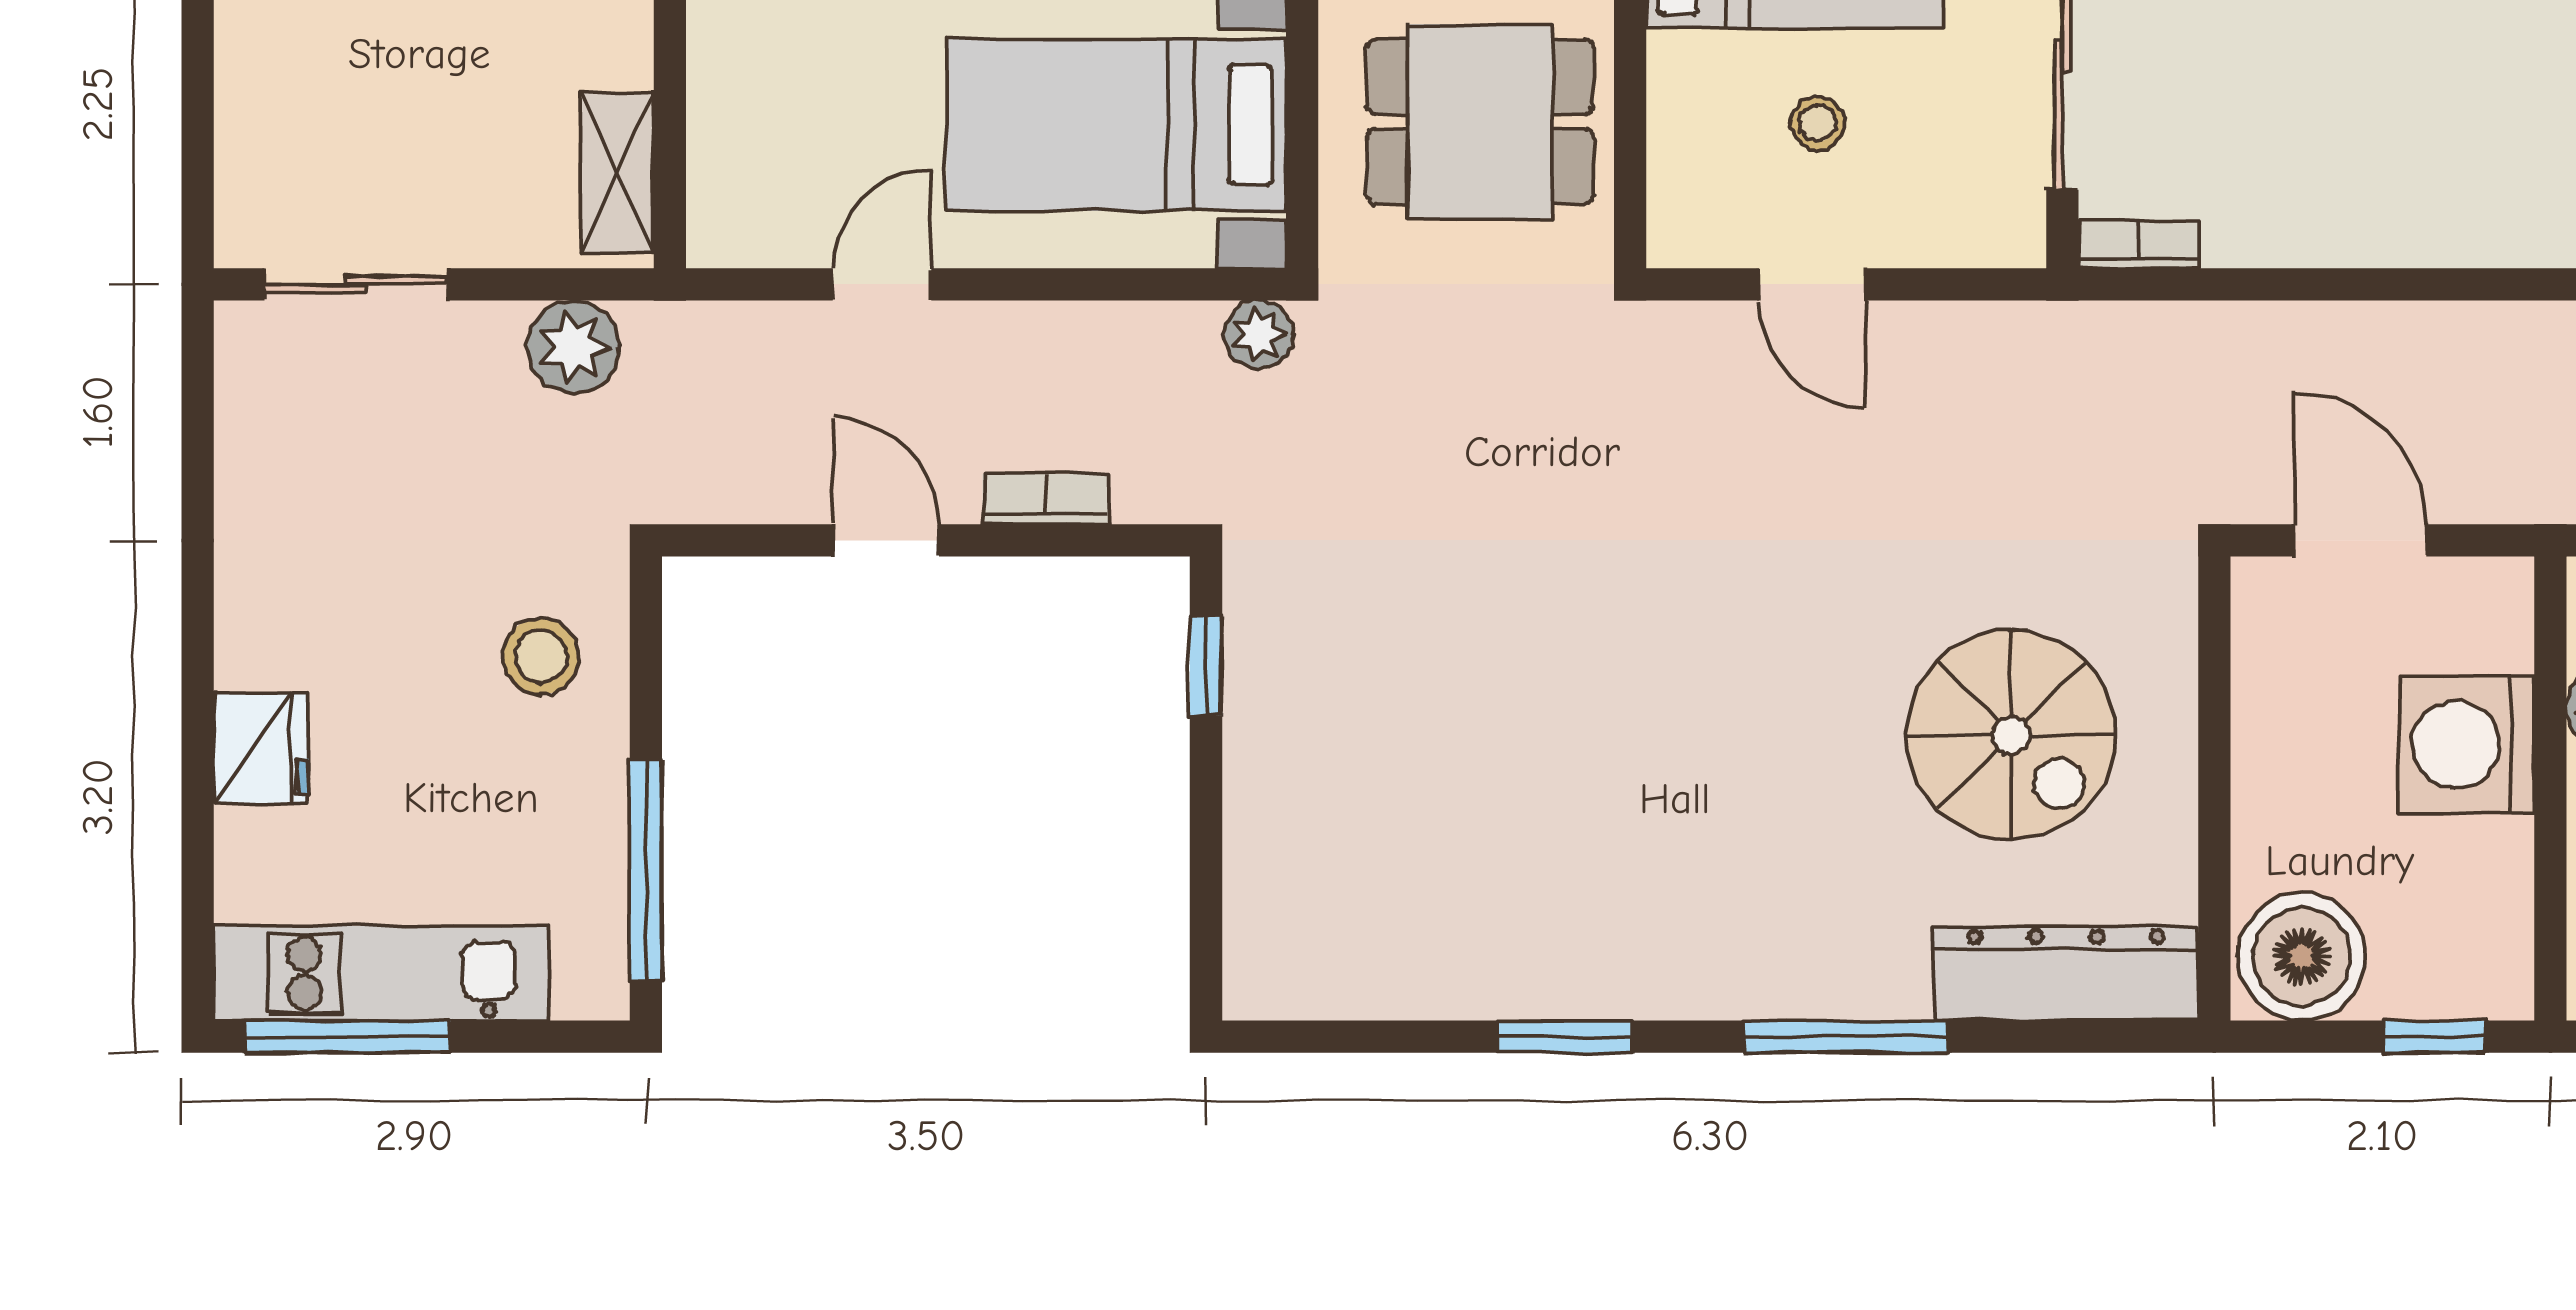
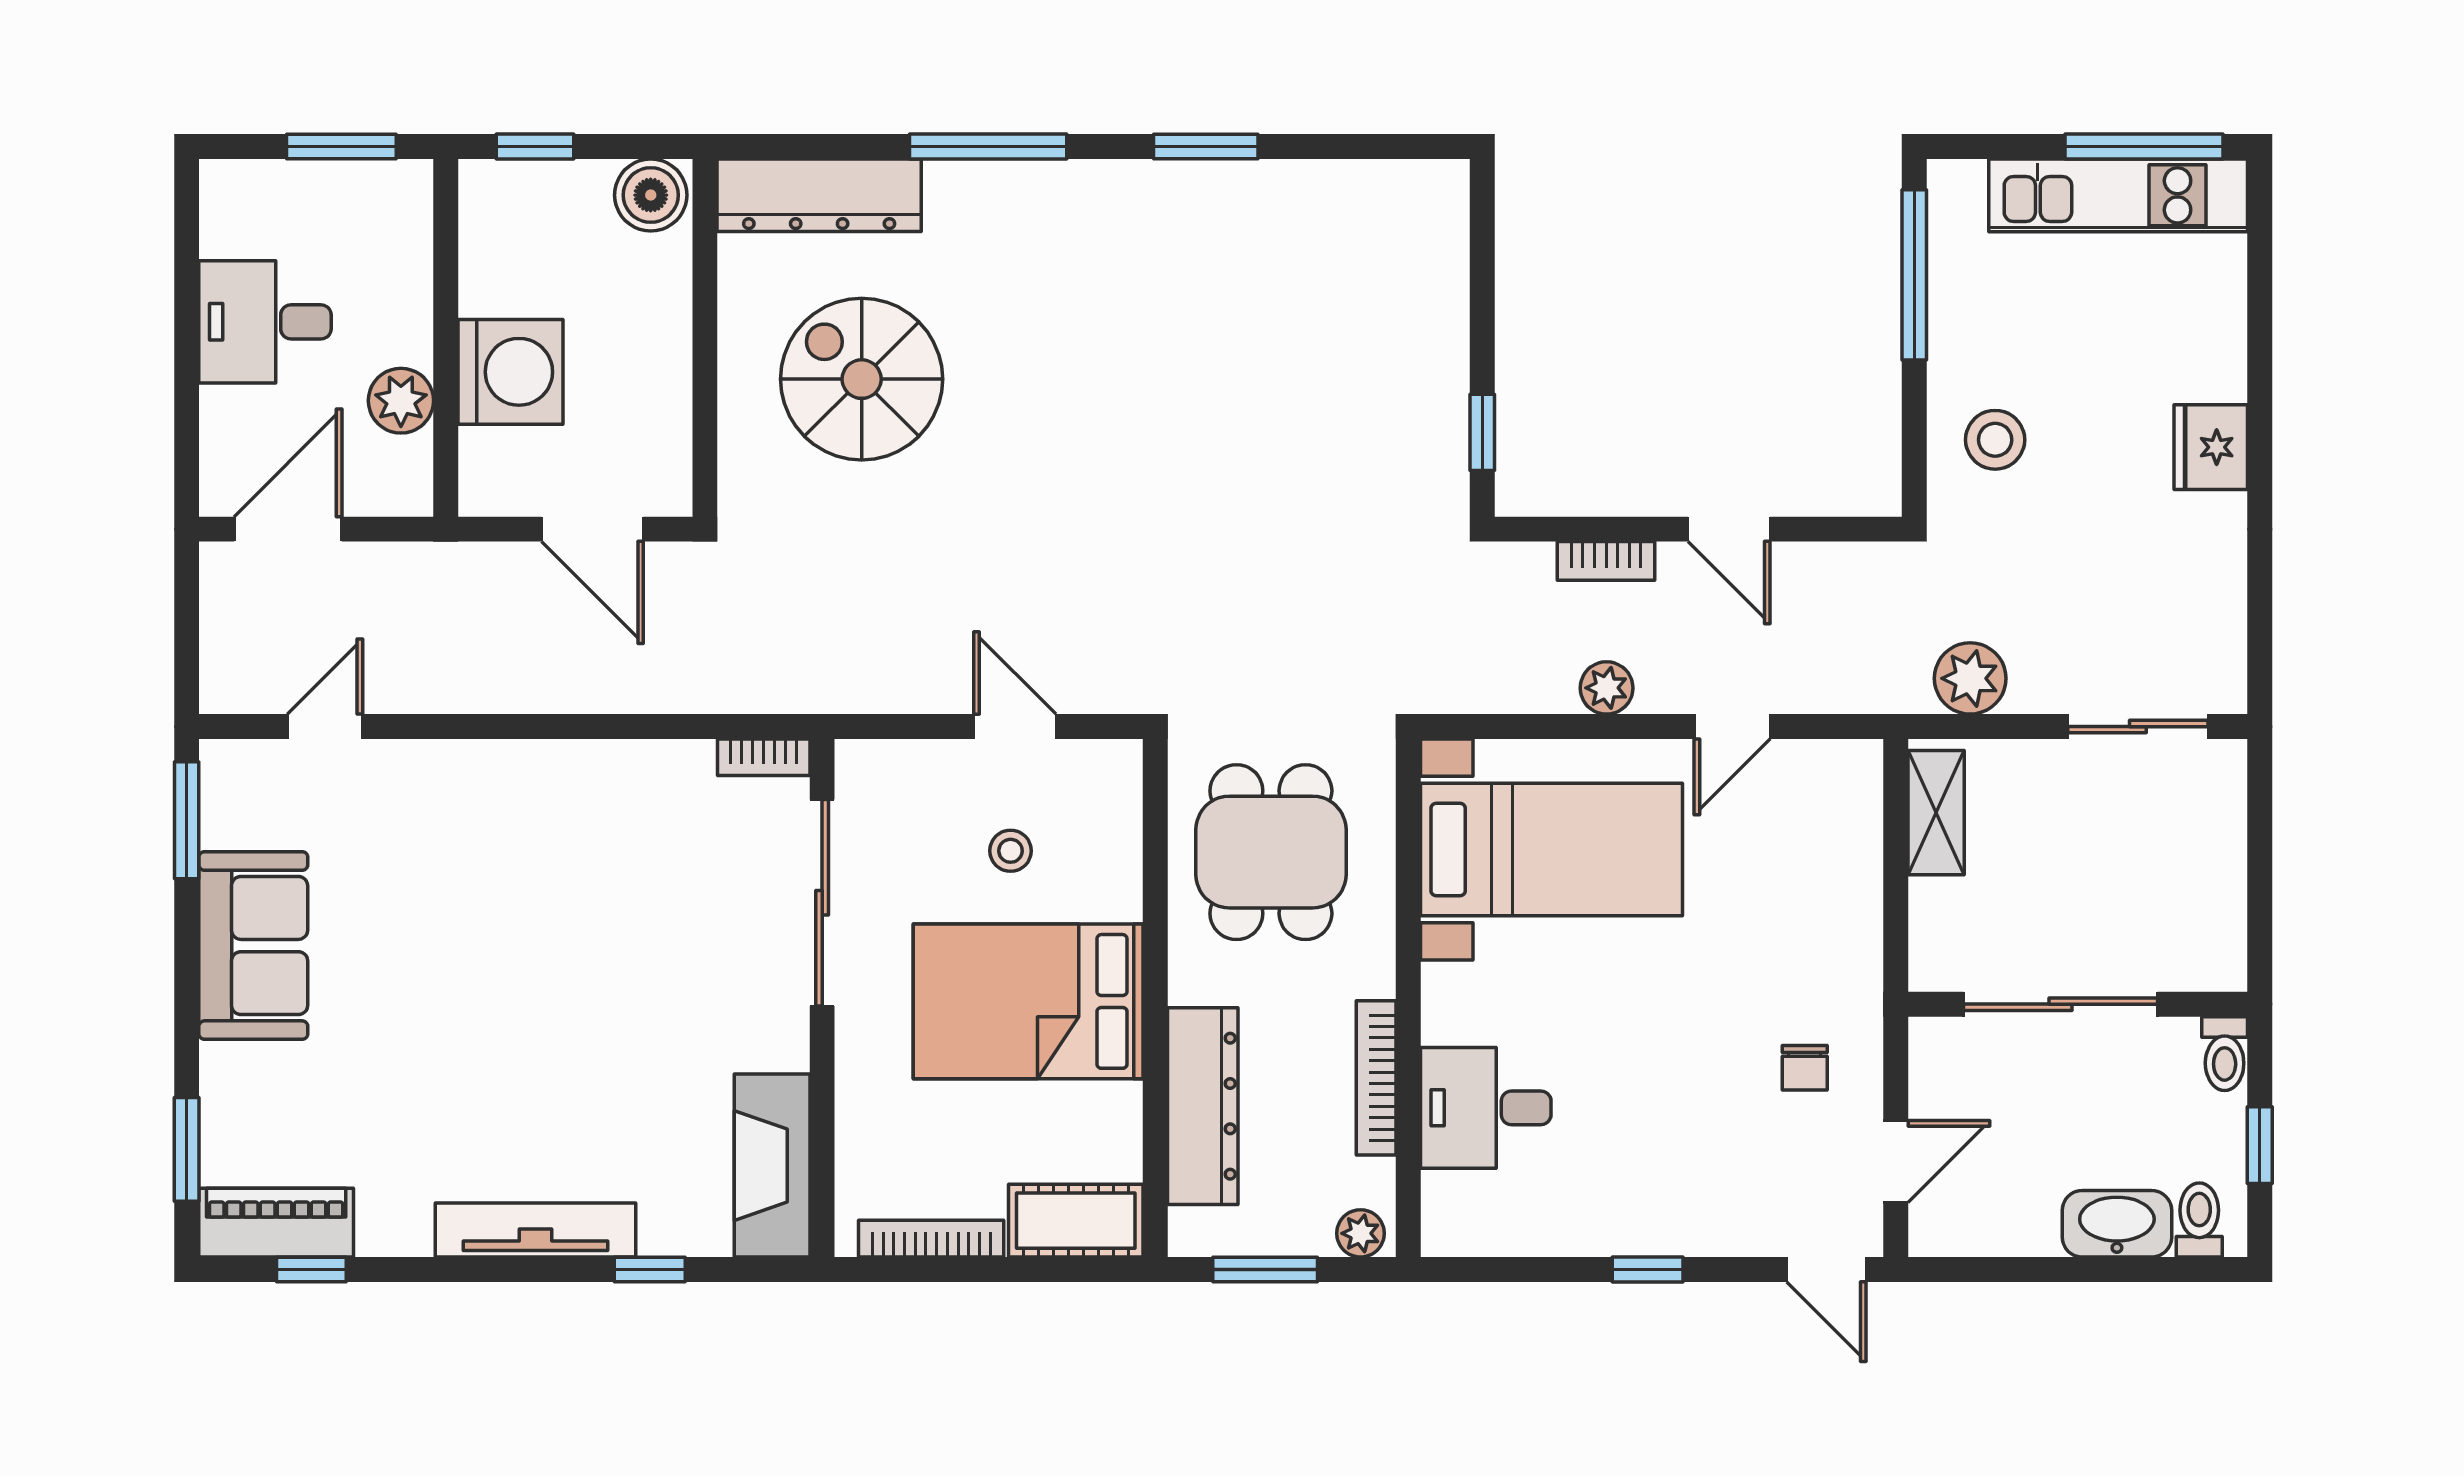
dining table: (1480, 122) -> (1271, 852), turned 90
plant: (1259, 334) -> (1607, 688), moved
fridge: (261, 748) -> (2211, 447), moved
boiler: (2302, 957) -> (651, 195), width x0.73, depth x0.73

